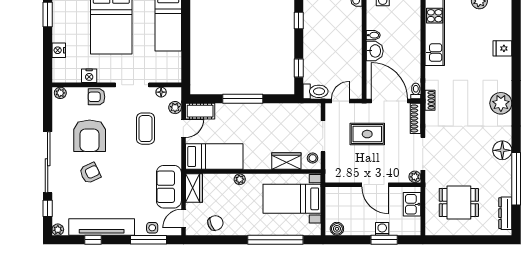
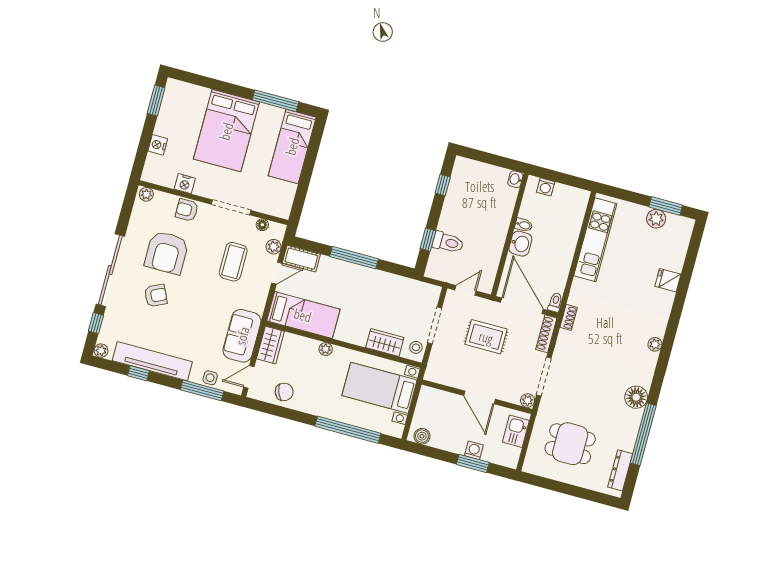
toilet: (316, 91) -> (448, 242), moved
plant: (501, 103) -> (655, 344), width x0.53, depth x0.53

